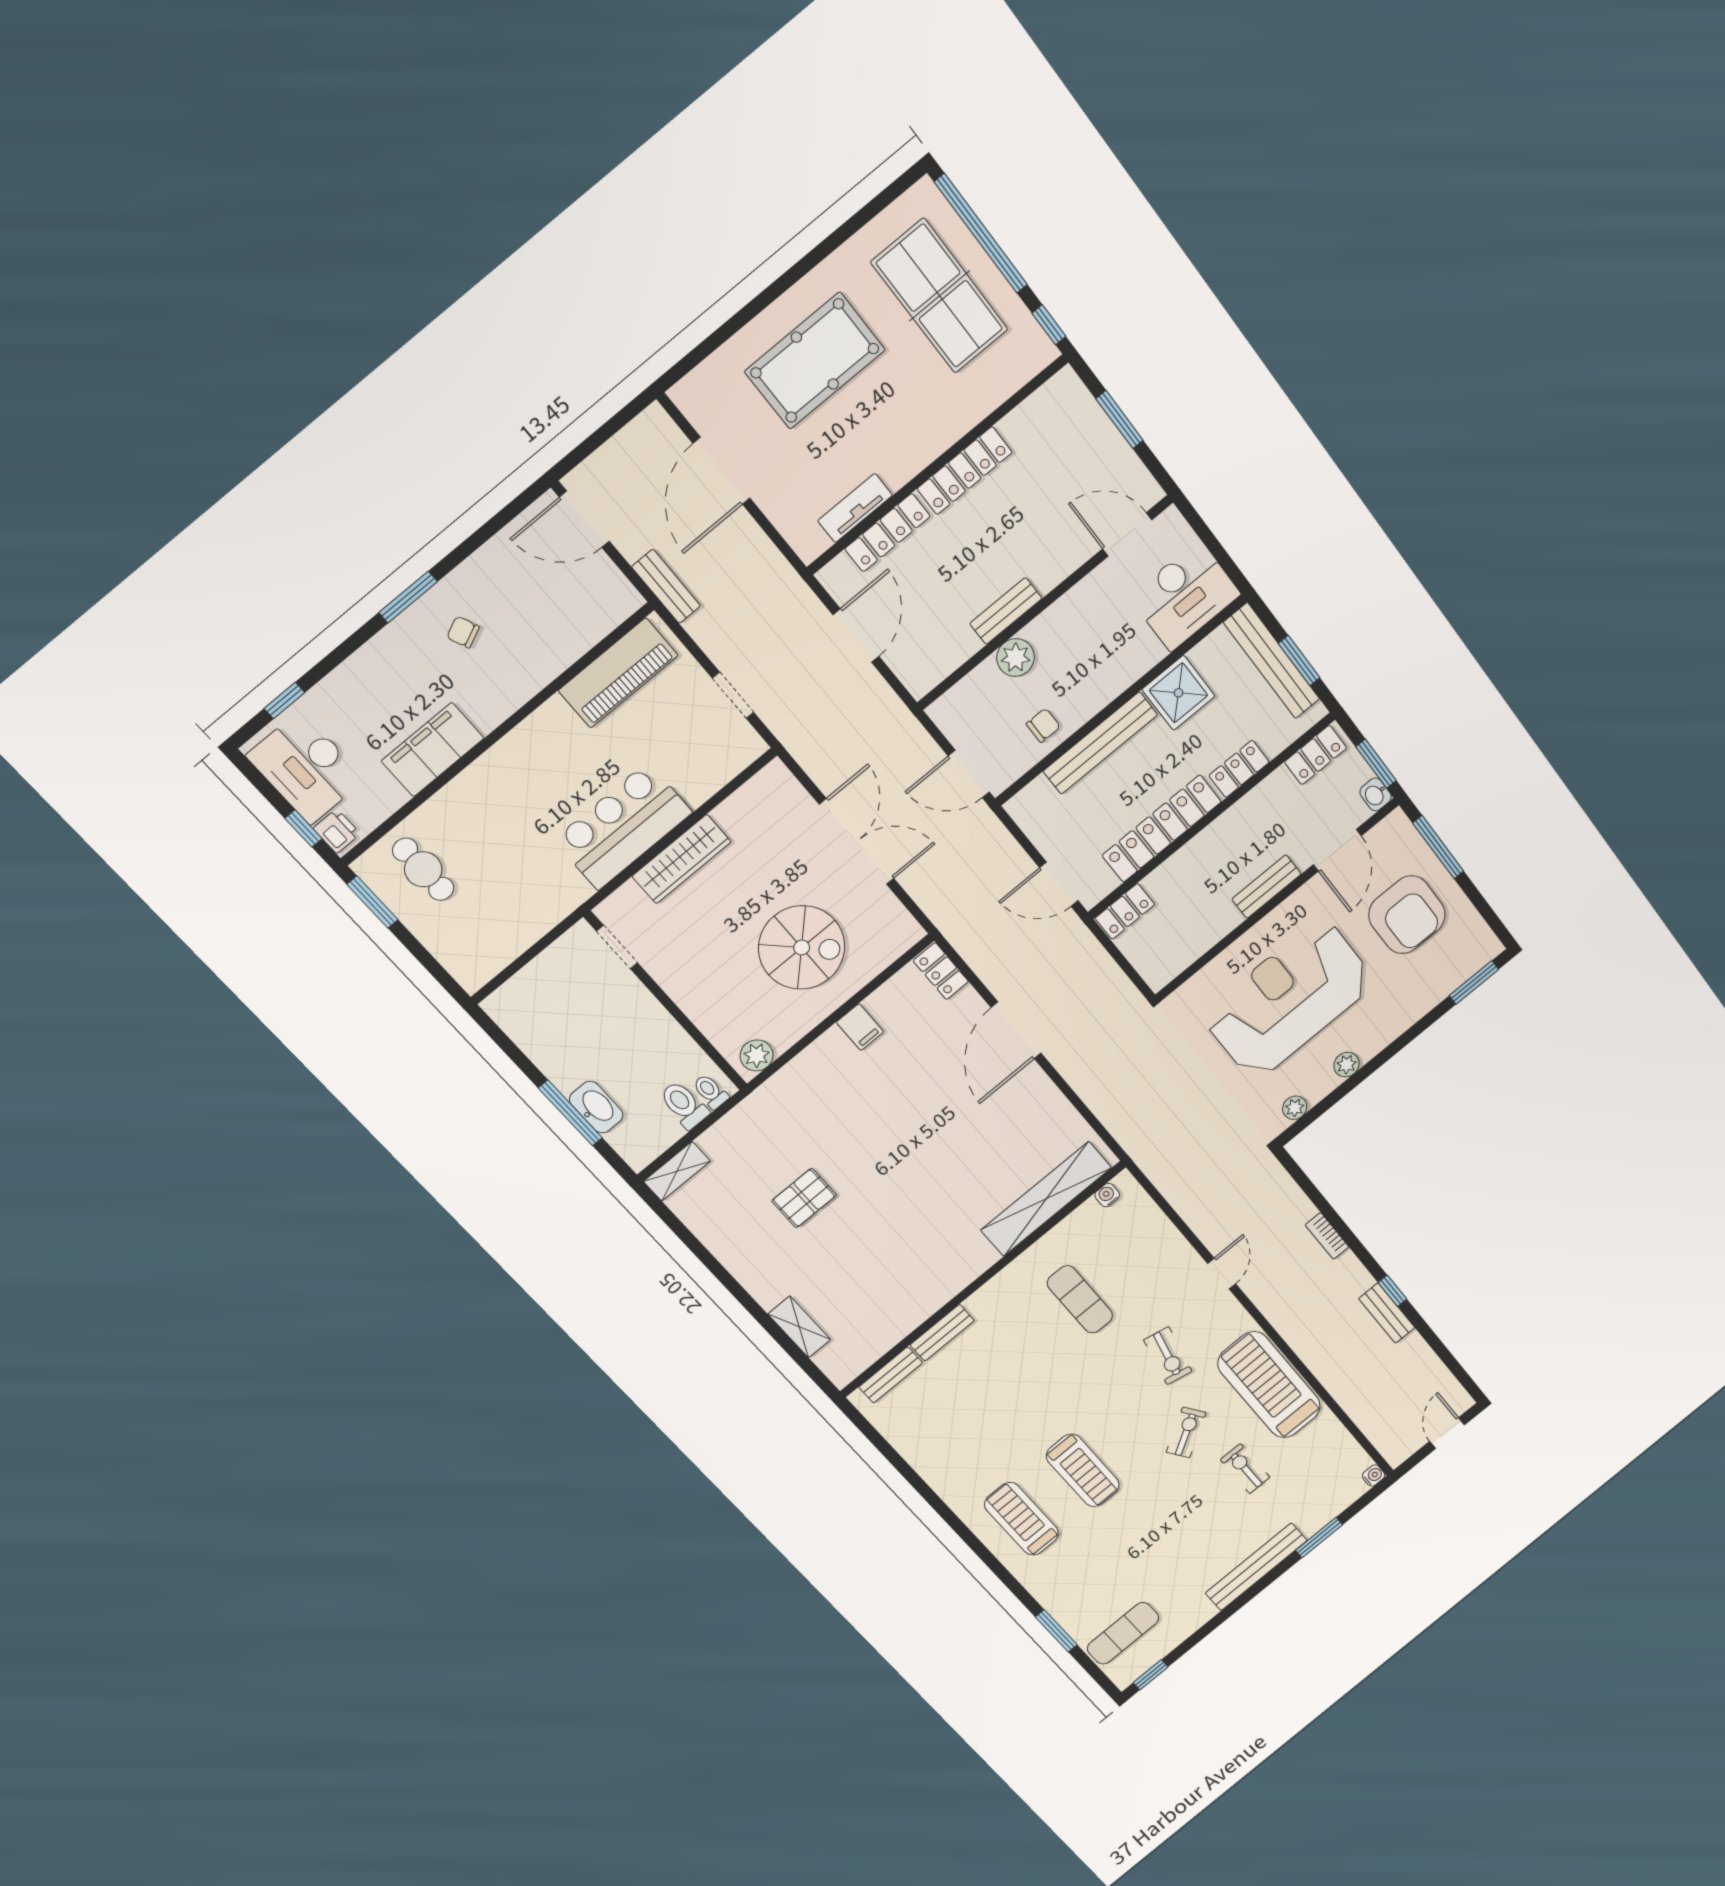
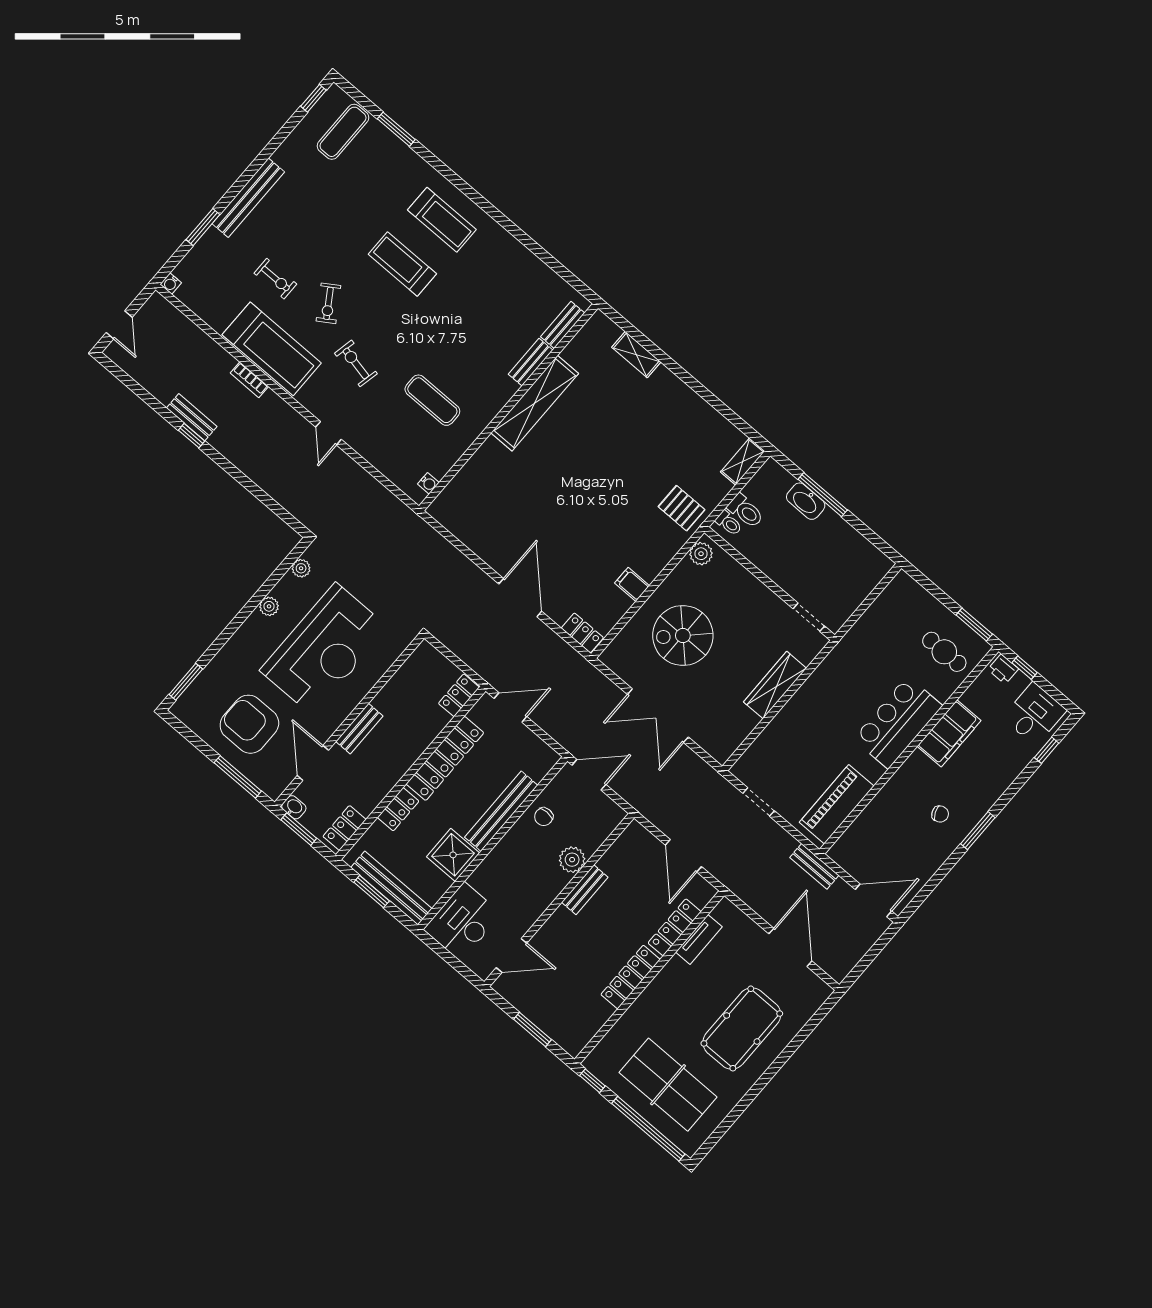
desk: (306, 767) -> (1034, 714), width x0.73
bar counter: (623, 826) -> (898, 722), moved, turned 180
pallet: (804, 1198) -> (682, 508), moved, turned 90
shelving: (1046, 1199) -> (535, 403), moved
bookcase: (1327, 1236) -> (249, 380), moved, turned 180

